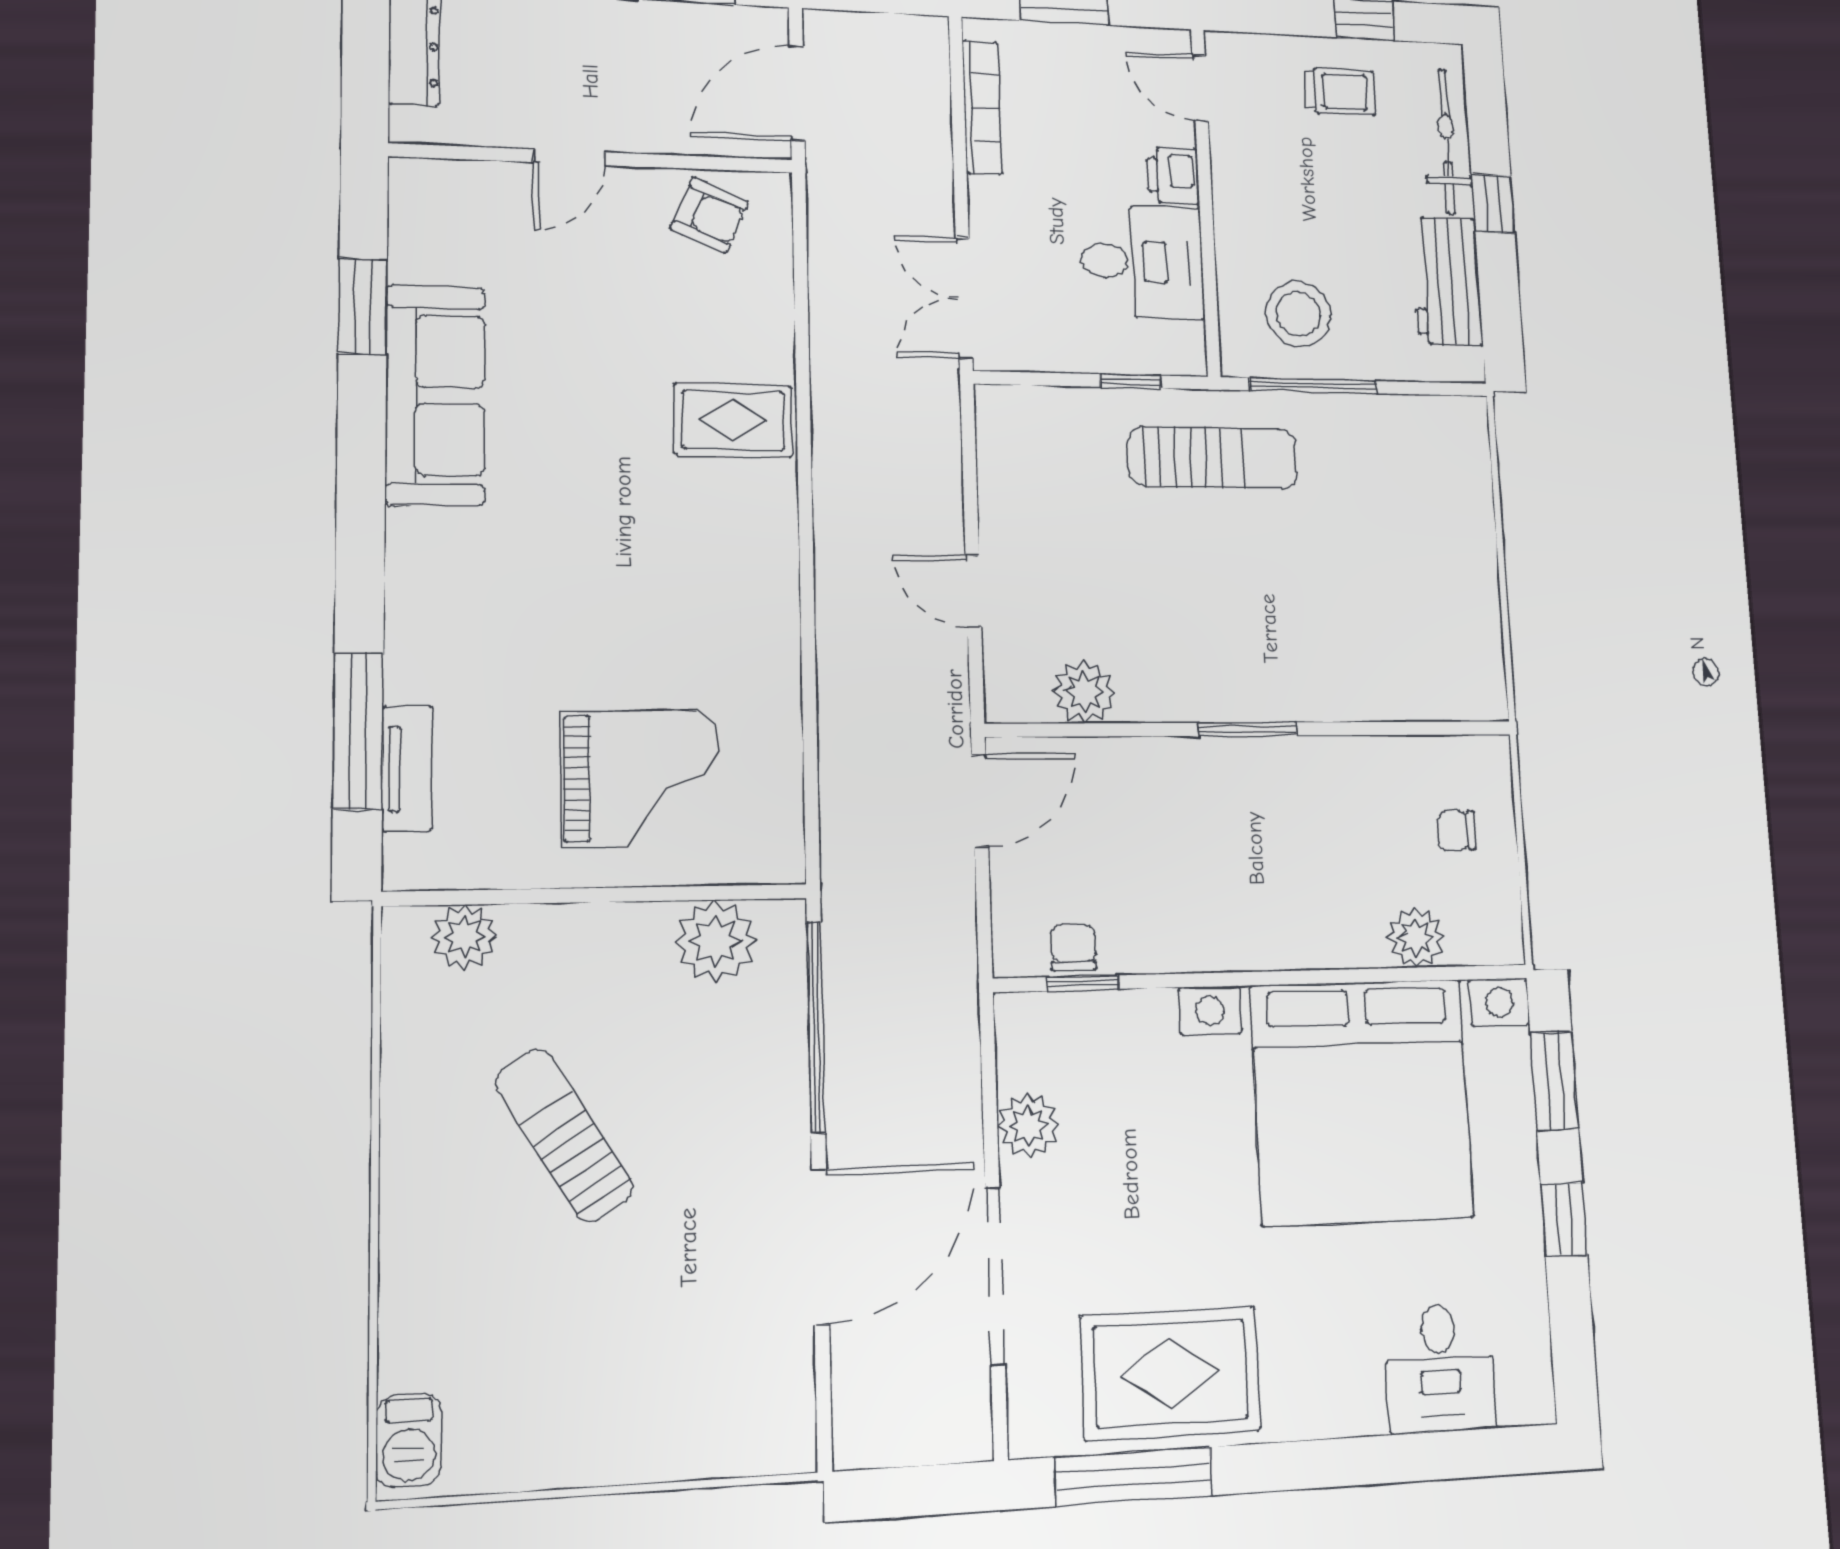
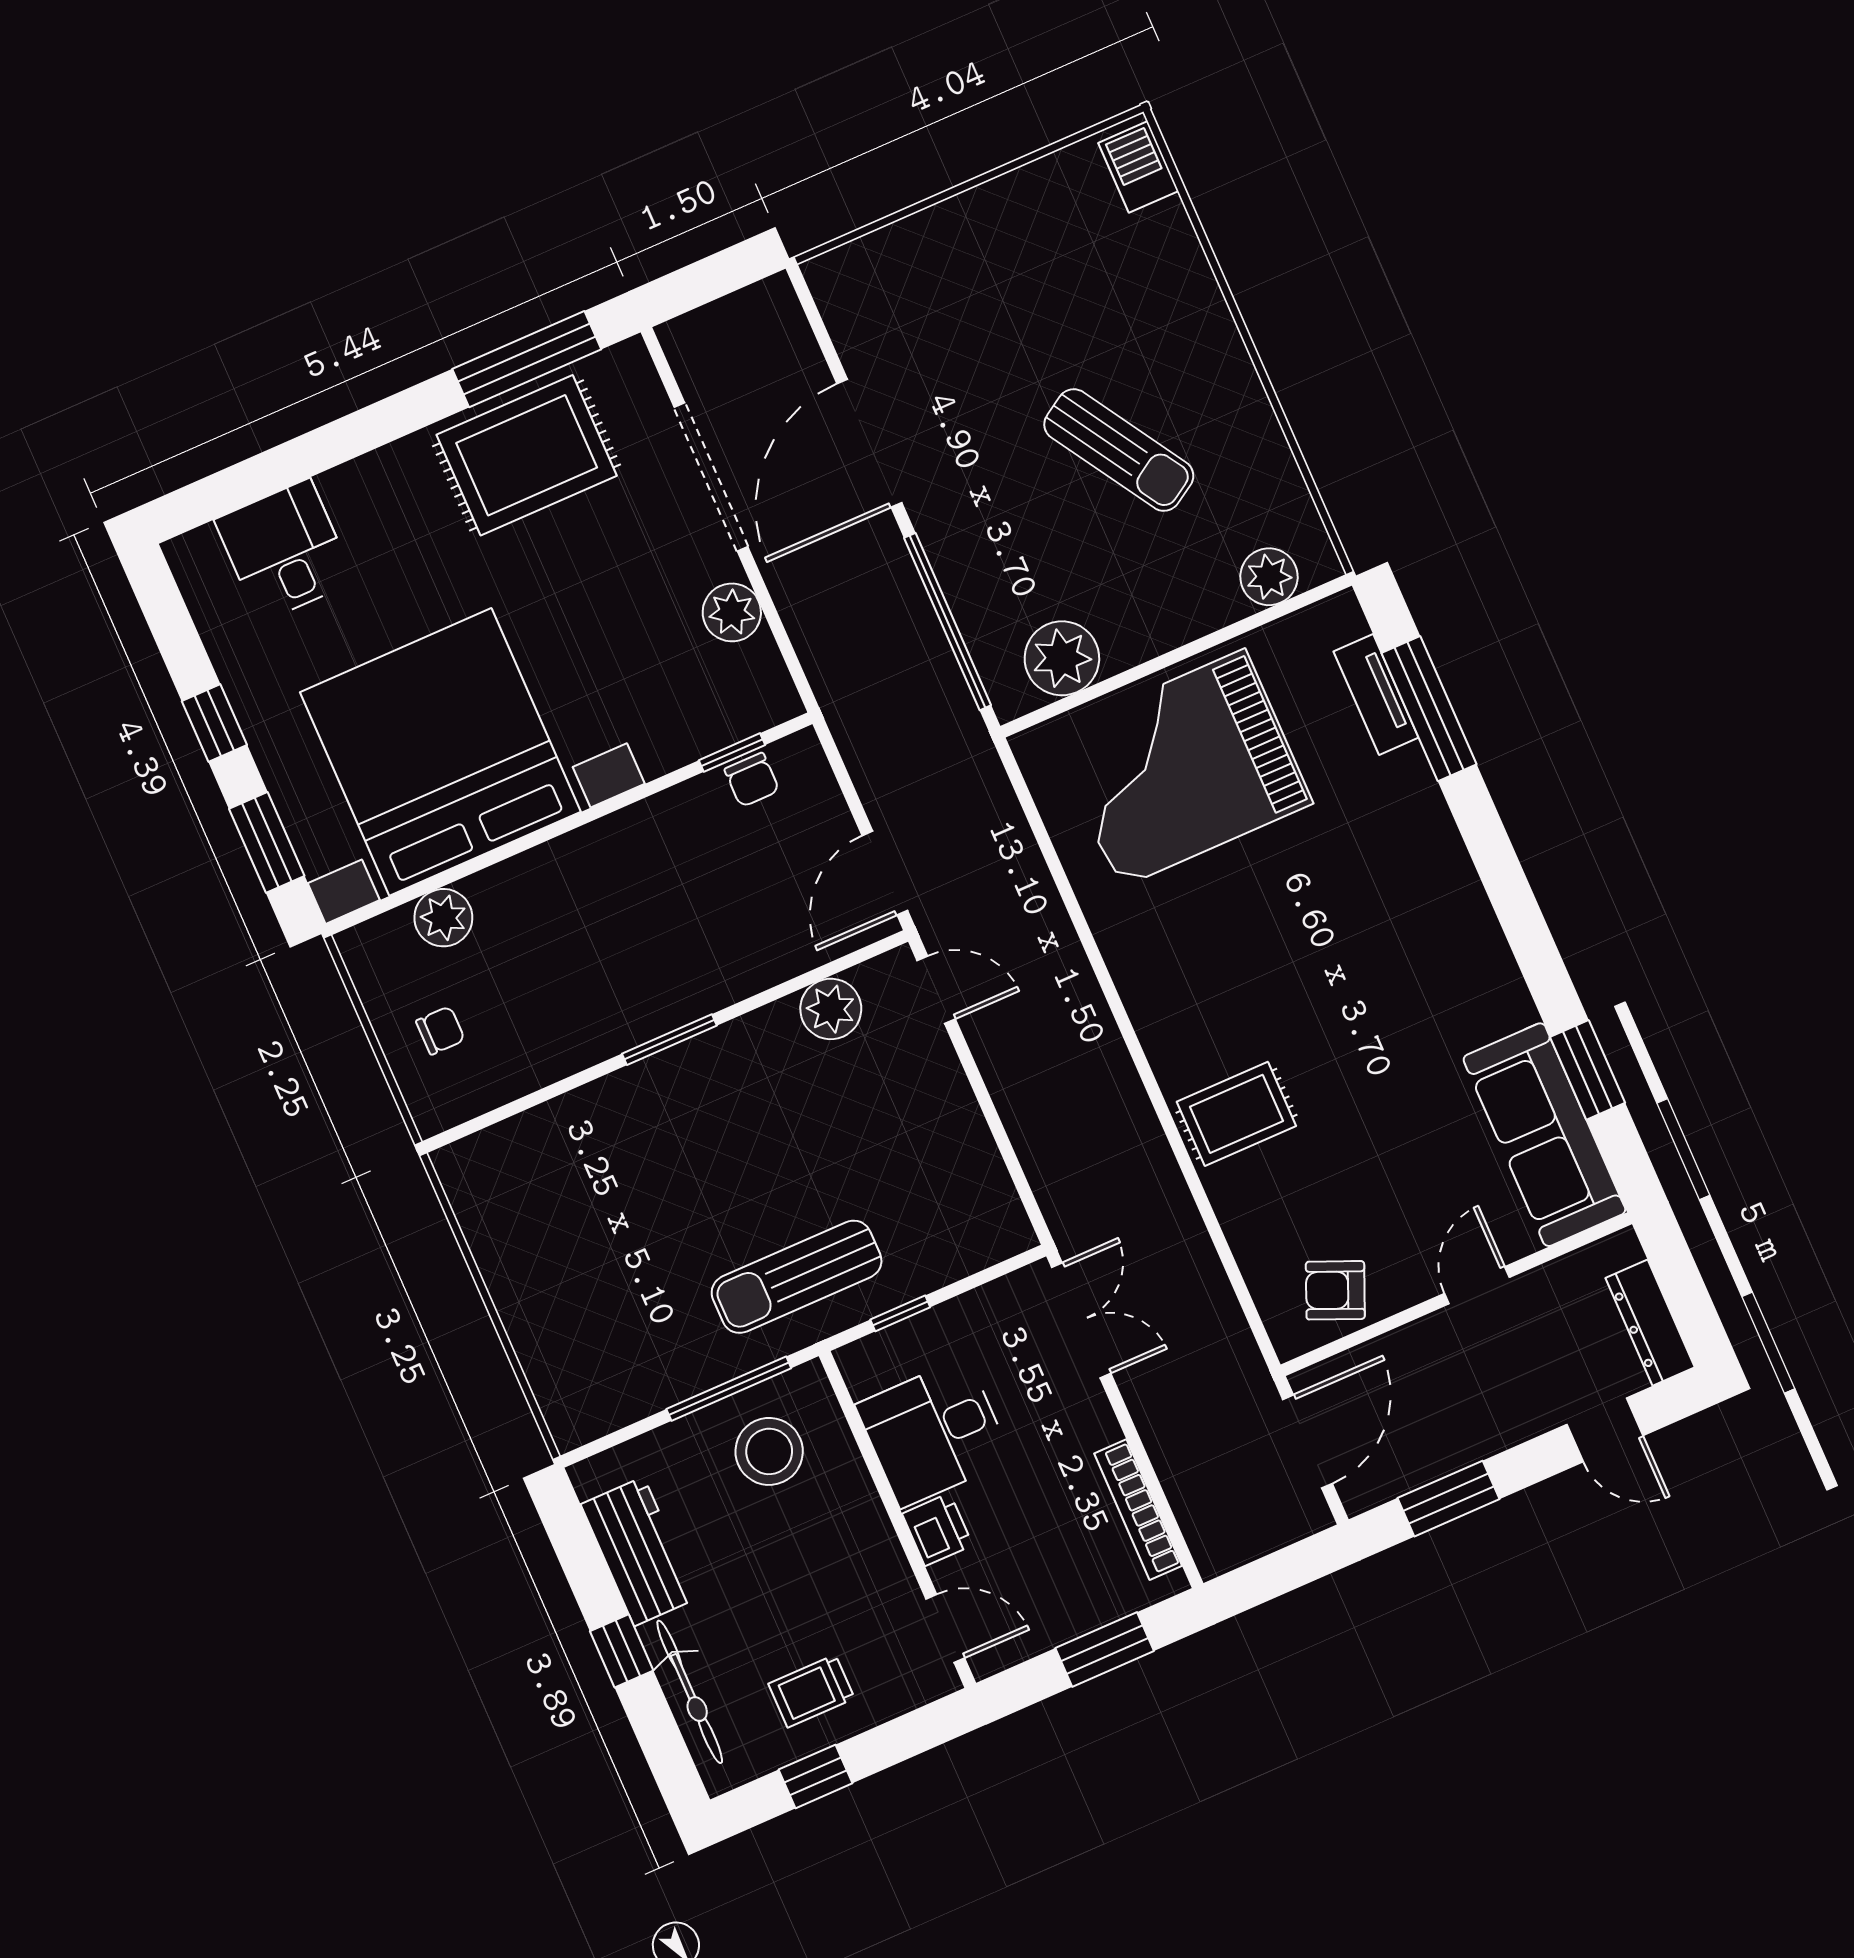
sofa: (435, 395) -> (1544, 1135), moved
door: (973, 591) -> (936, 990), moved
grand piano: (641, 778) -> (1182, 768), width x1.37, depth x1.48

